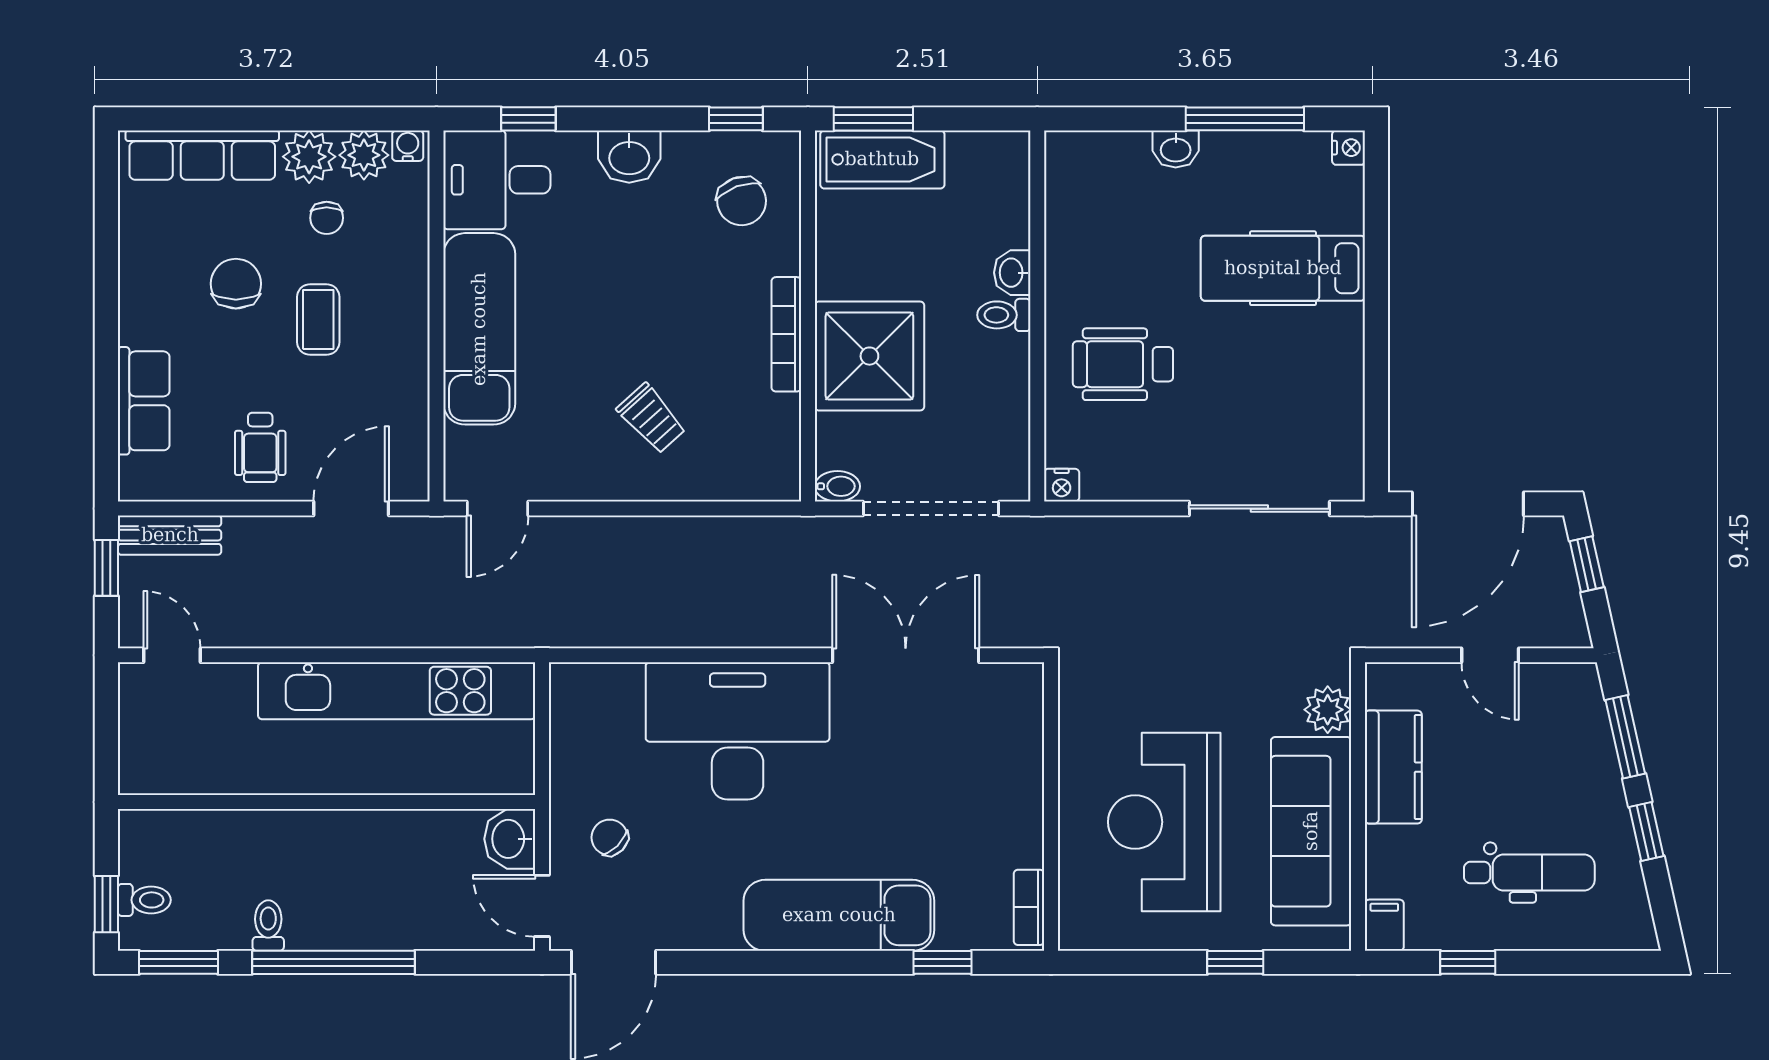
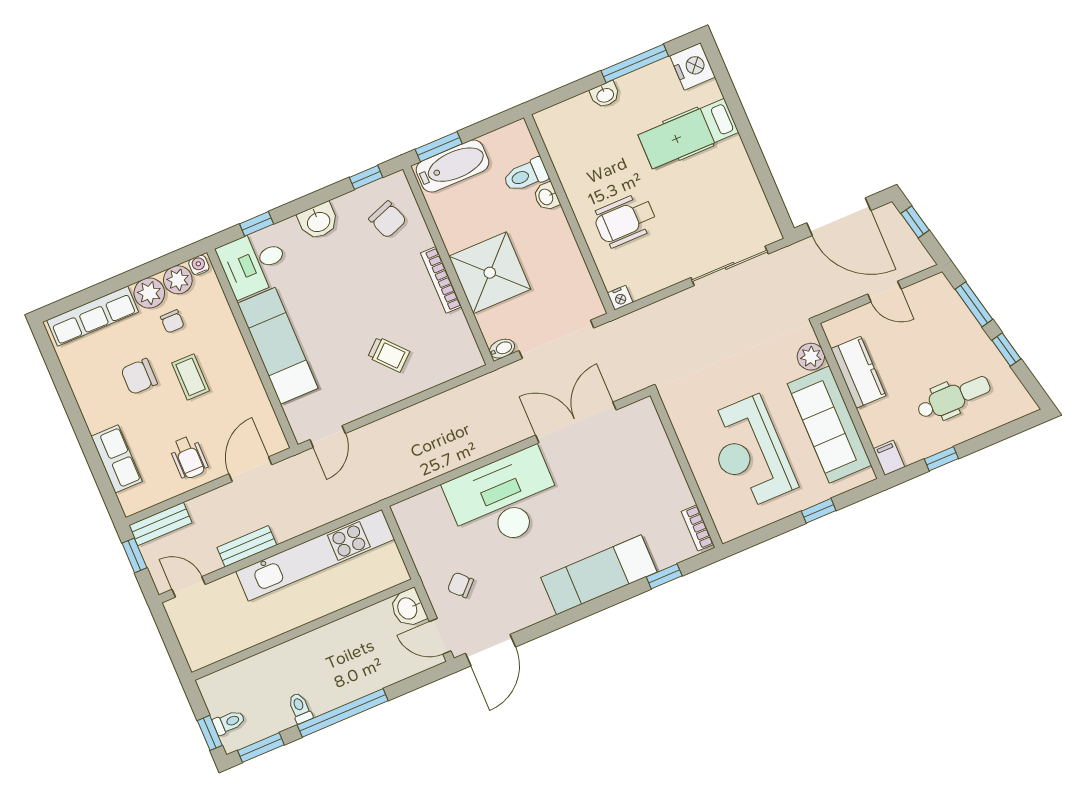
nightstand: (1349, 148) -> (693, 66), width x1.89, depth x1.79
chair: (236, 284) -> (139, 376), turned -90
toilet: (1004, 315) -> (526, 175), moved, width x1.37, depth x1.39
door: (1468, 504) -> (839, 217), hinge flipped
bench: (293, 630) -> (247, 546), added

